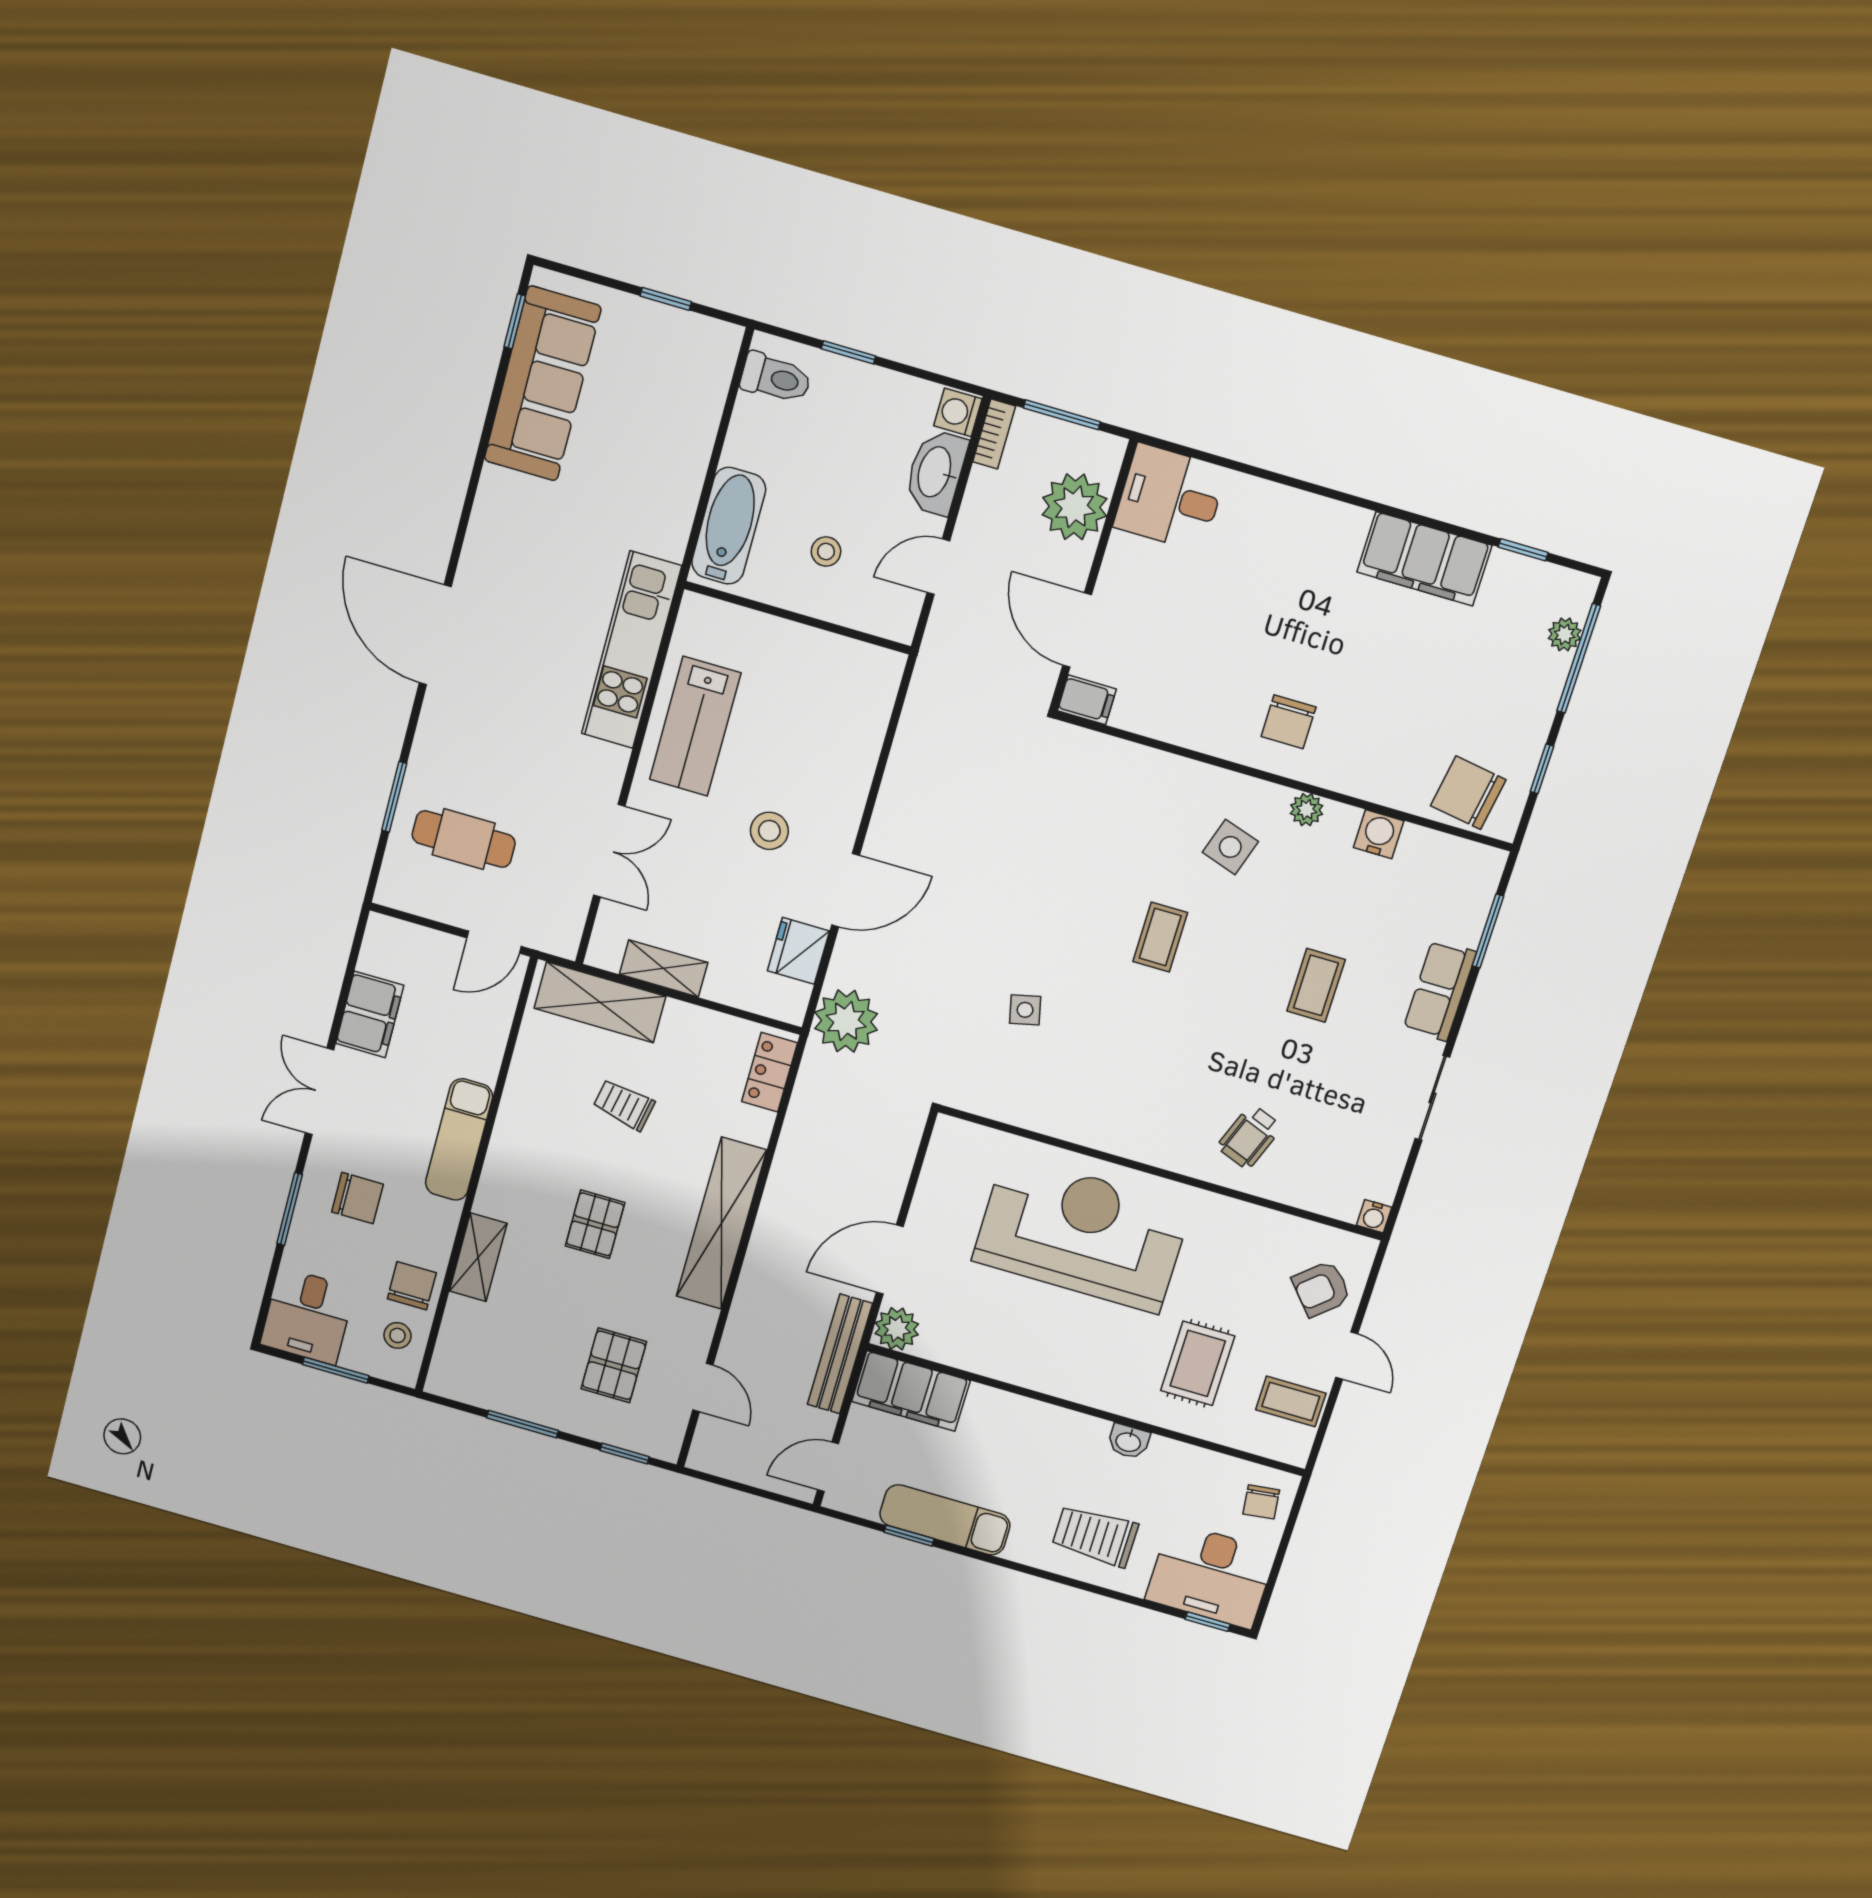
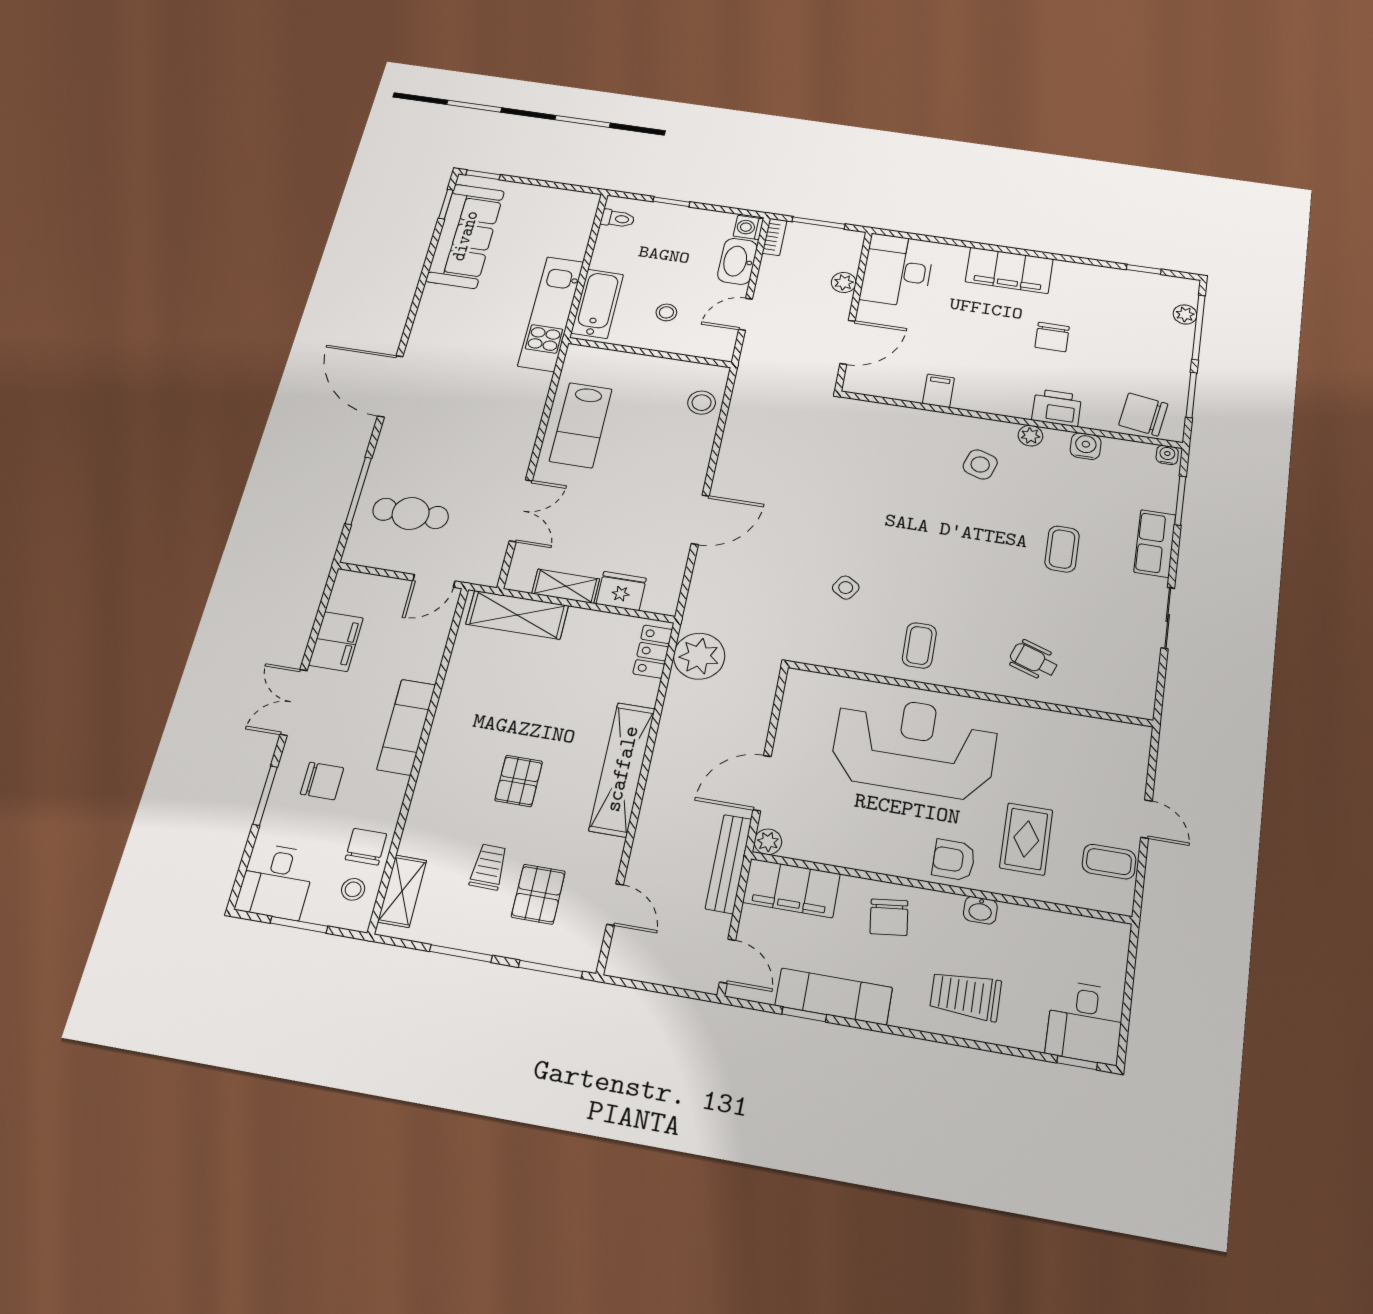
window: (666, 299) -> (483, 175), moved
toilet: (776, 378) -> (618, 219), width x0.73, depth x0.72
desk: (1170, 498) -> (897, 271), width x1.37
plant: (1075, 507) -> (844, 282), width x0.53, depth x0.53
filing cabinet: (1424, 559) -> (1009, 270), moved
door: (1077, 630) -> (848, 342), swing flipped
kitchen unit: (631, 650) -> (551, 314), moved
filing cabinet: (1087, 700) -> (938, 391), moved, turned -90
chair: (1288, 722) -> (1052, 337), moved
printer: (1351, 769) -> (1057, 408), added
window: (1542, 769) -> (1191, 395), width x1.50
window: (394, 797) -> (358, 491), width x1.44
stool: (769, 831) -> (702, 403), moved
coffee table: (1160, 937) -> (919, 645), moved
fridge: (798, 951) -> (621, 591), moved, turned 90
side table: (1025, 1010) -> (846, 588), turned 45
plant: (846, 1021) -> (699, 656), moved
trolley: (624, 1105) -> (489, 867), moved, turned 80
wheelchair: (1249, 1137) -> (1034, 660), turned 88
water cooler: (1374, 1216) -> (1167, 455), moved, turned 180
shelving: (478, 1257) -> (402, 891), moved
armchair: (1321, 1289) -> (954, 860), moved, turned 41
plant: (897, 1329) -> (768, 842), width x0.73, depth x0.73
window: (625, 1454) -> (550, 969), width x1.50
door: (828, 1467) -> (728, 961), swing flipped
chair: (1261, 1502) -> (889, 917), moved, width x1.37, depth x1.37
desk: (1211, 1575) -> (1085, 1022), width x0.73

